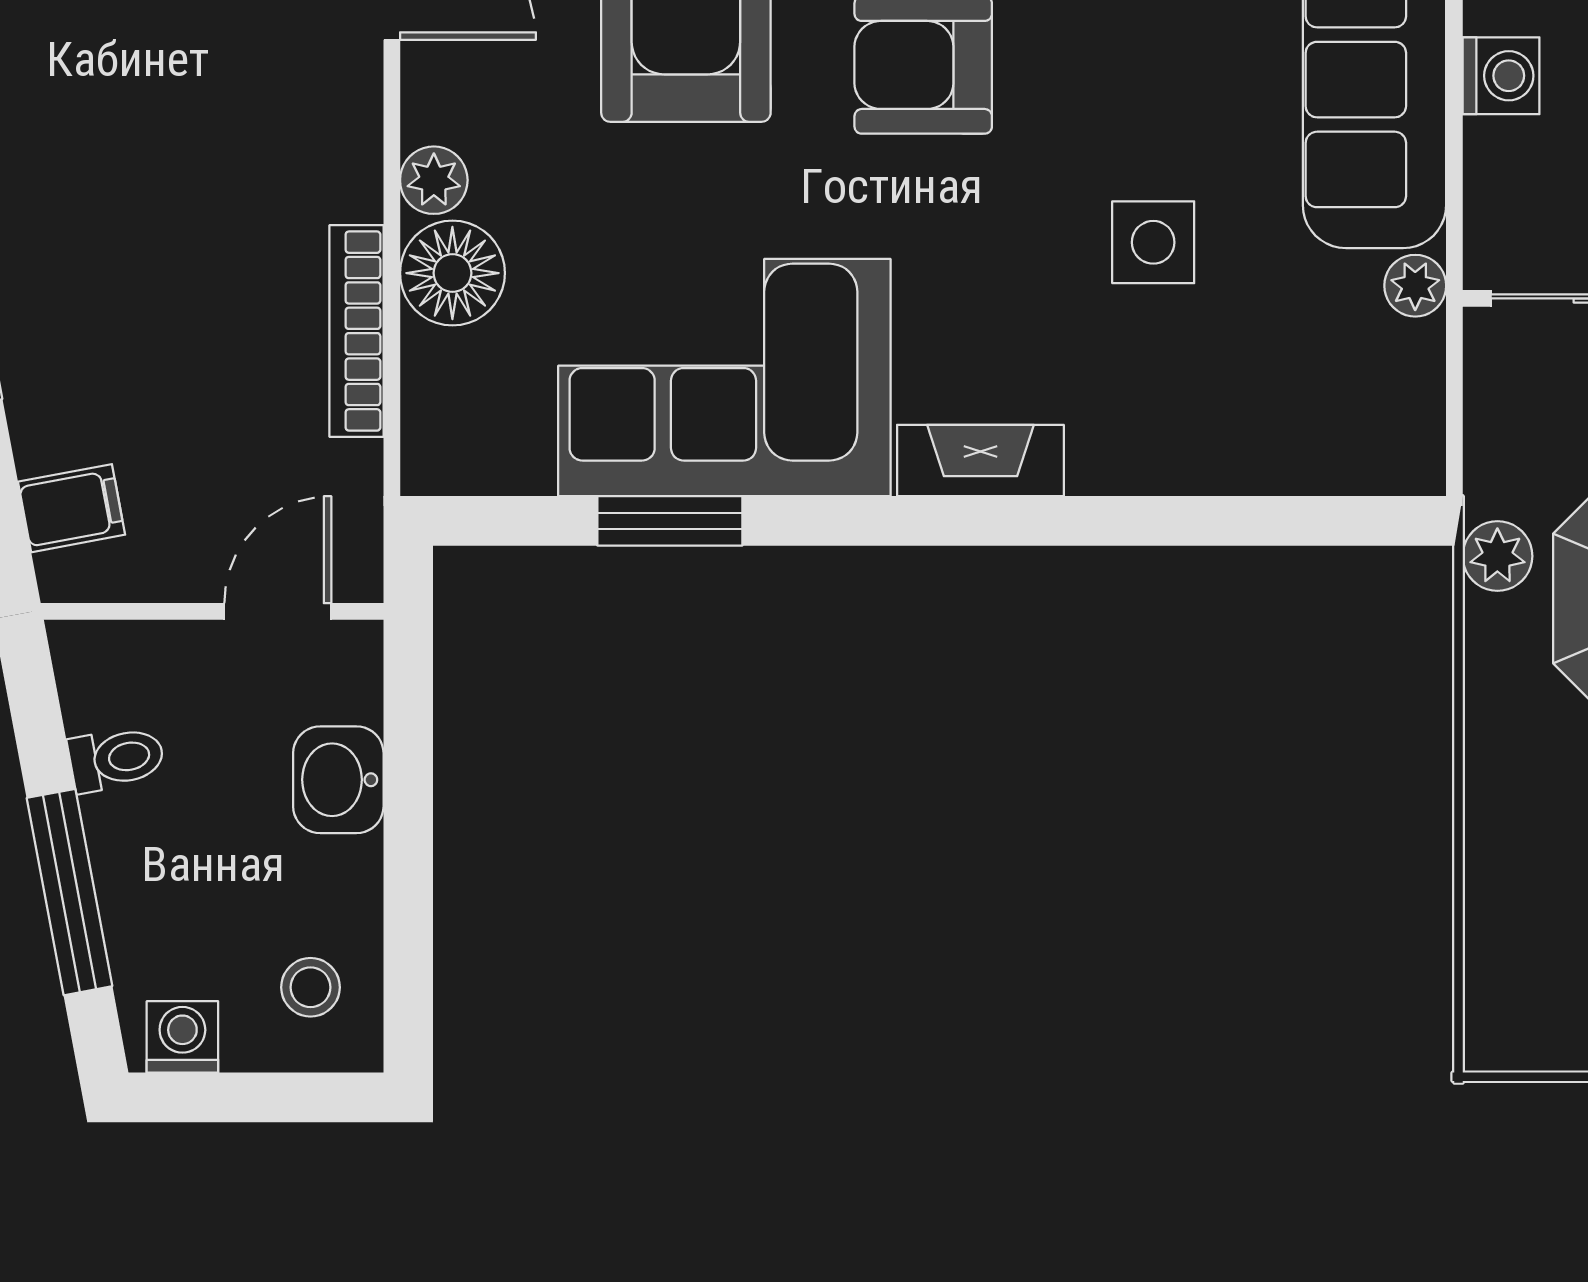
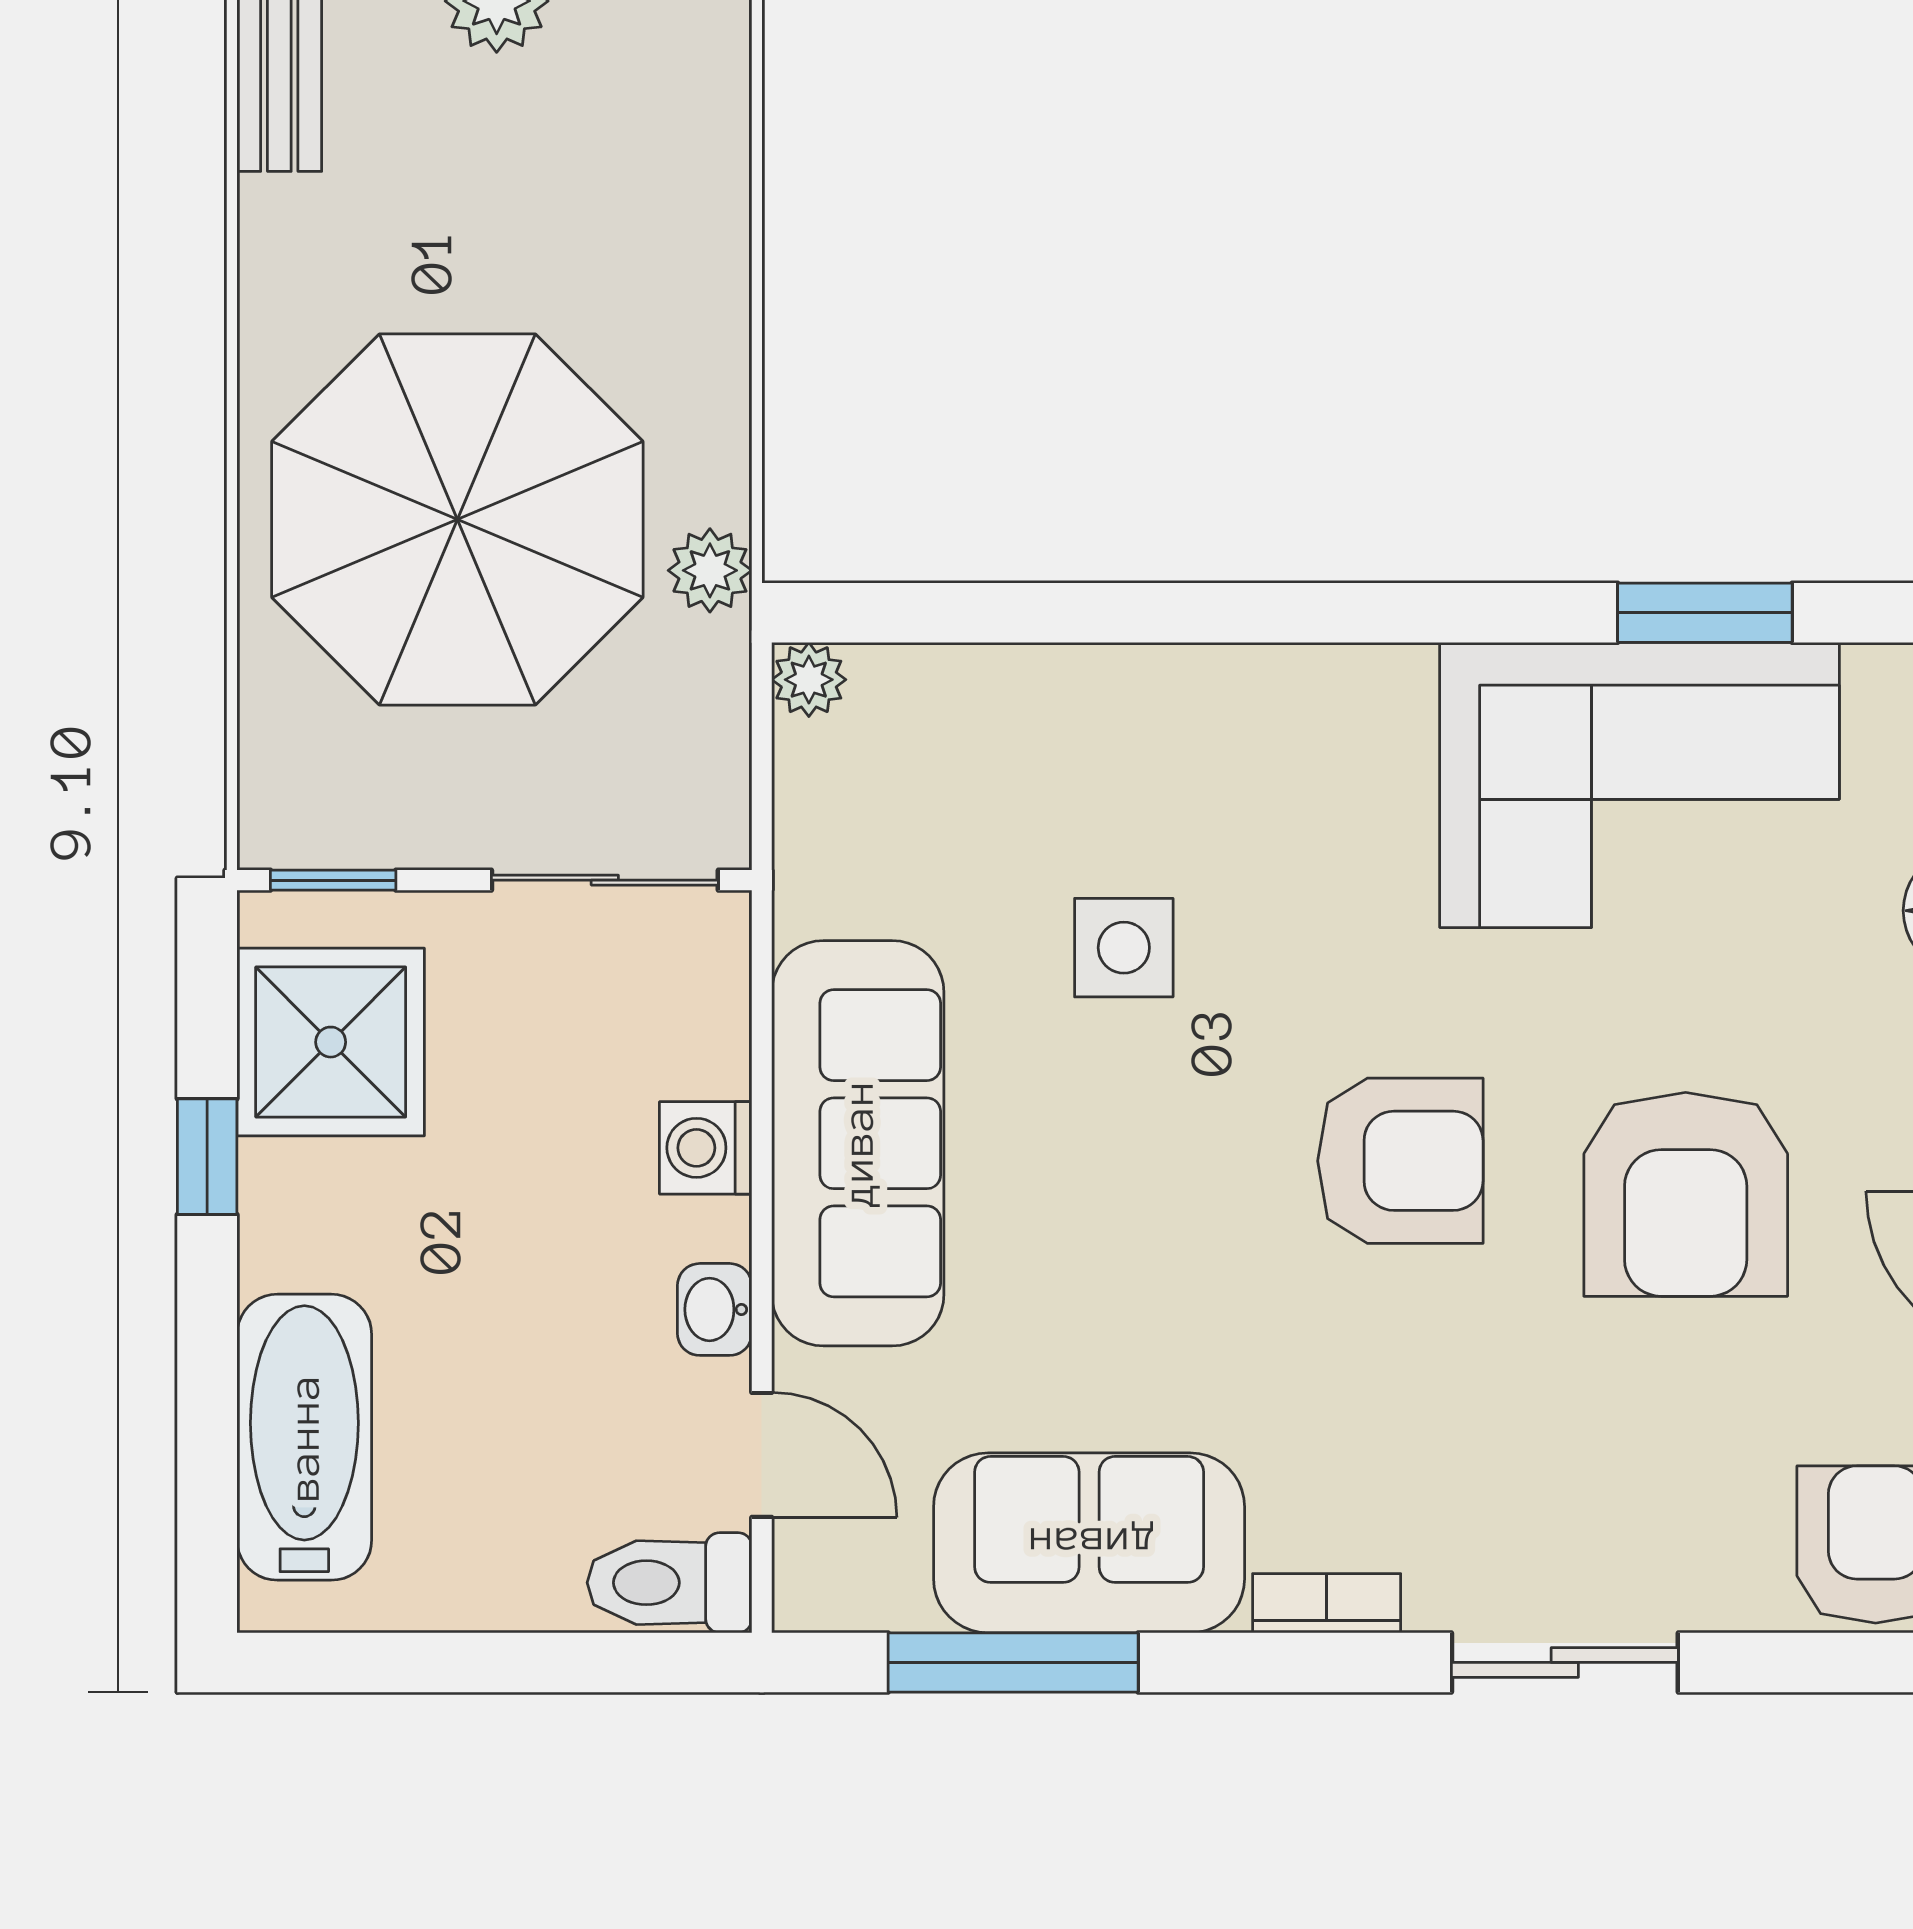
plant: (1415, 286) -> (809, 680), moved
fireplace: (980, 460) -> (1331, 685), removed

